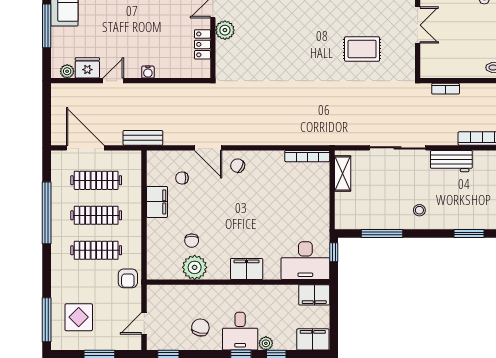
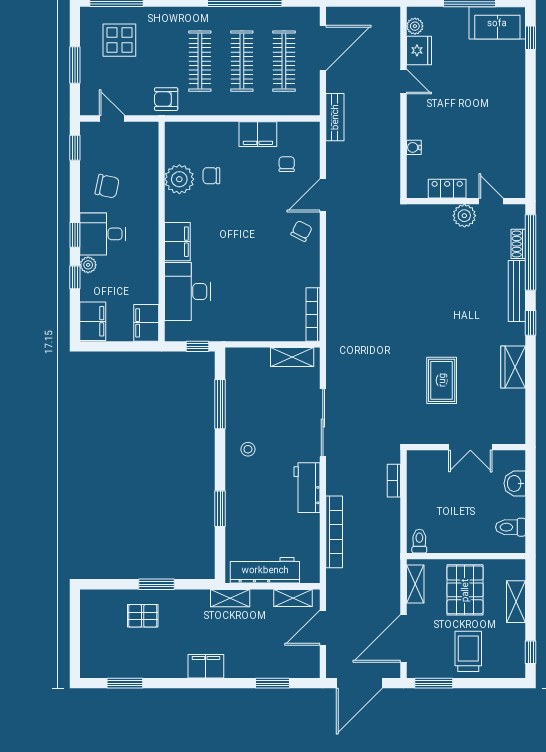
water cooler: (148, 72) -> (414, 147), moved
desk: (305, 261) -> (187, 292), moved

